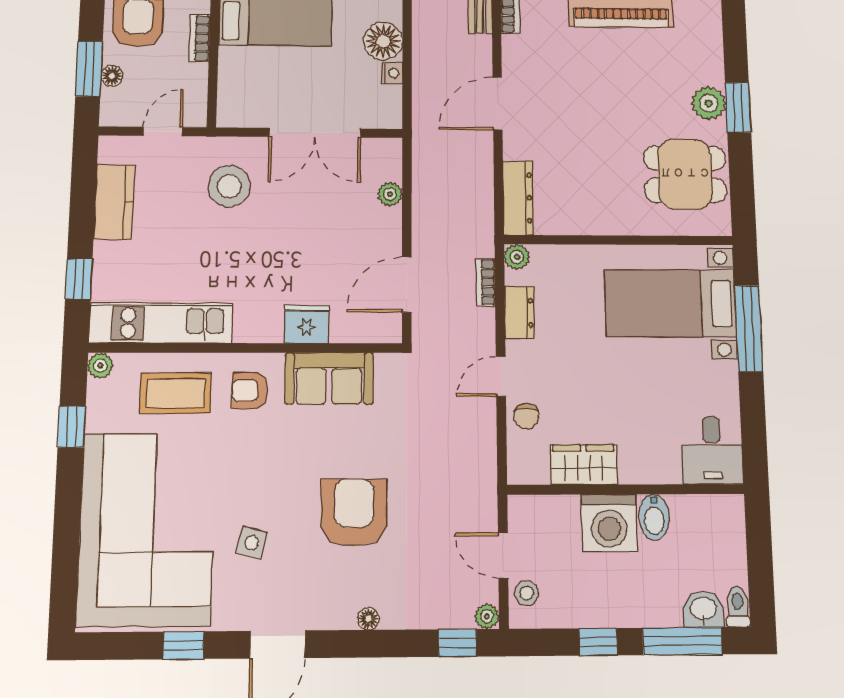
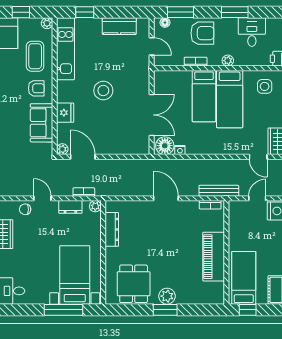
floor lamp: (383, 41) -> (165, 146), moved
floor lamp: (112, 76) -> (165, 23), moved
double door: (315, 133) -> (152, 115), swing flipped
stool: (229, 186) -> (103, 91), moved
plant: (390, 194) -> (62, 149), moved
dresser: (518, 198) -> (112, 229), moved, turned -90
armchair: (250, 390) -> (36, 88), turned 90

